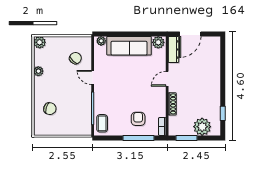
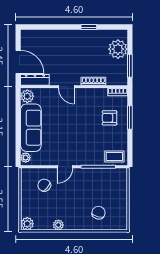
window: (223, 113) -> (89, 27), moved
window: (138, 138) -> (130, 118), width x0.69

